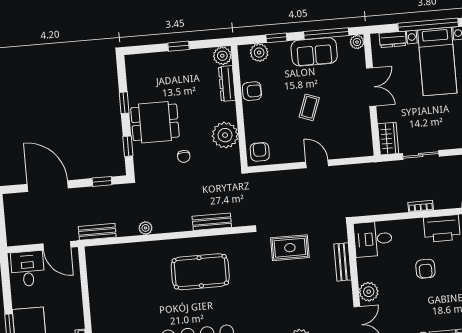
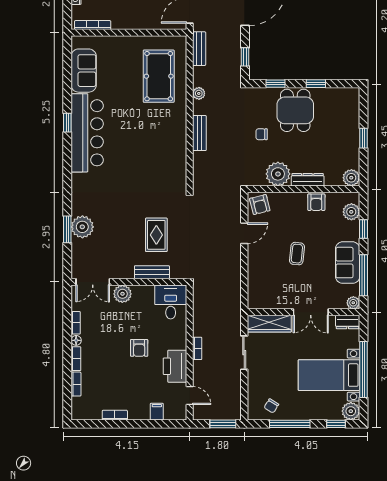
dresser: (393, 39) -> (348, 322), moved, turned -90
dresser: (227, 83) -> (308, 180), moved
coffee table: (309, 107) -> (297, 254), turned 76
wardrobe: (388, 139) -> (269, 324), width x1.50
armchair: (260, 152) -> (260, 205), turned 76
door: (317, 164) -> (244, 233), moved
bench: (212, 222) -> (199, 133), moved
rug: (290, 248) -> (156, 235), moved
armchair: (425, 269) -> (139, 348), turned -90
pool table: (200, 272) -> (159, 76), moved

